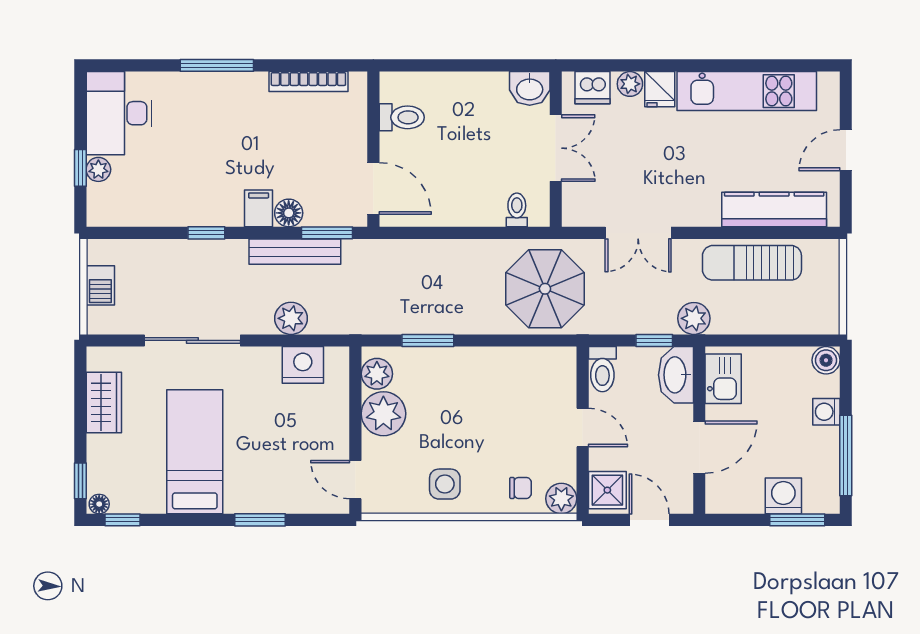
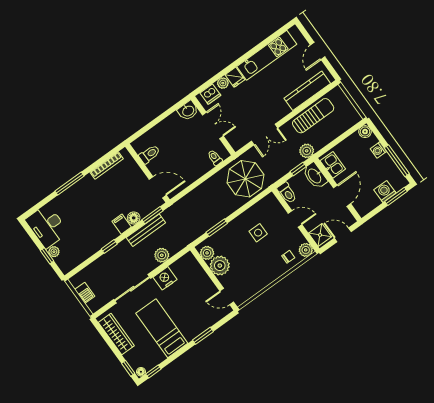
sun lounger: (752, 263) -> (313, 116), turned 180
nightstand: (303, 365) -> (165, 278), moved
wardrobe: (104, 403) -> (116, 334), width x1.50
side table: (445, 484) -> (258, 233), moved

